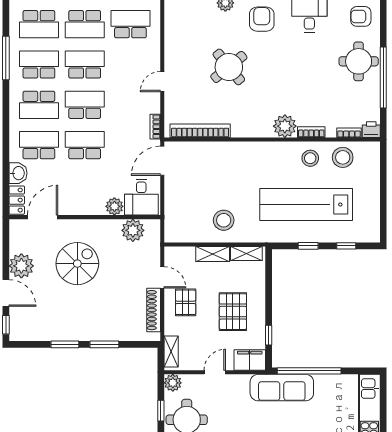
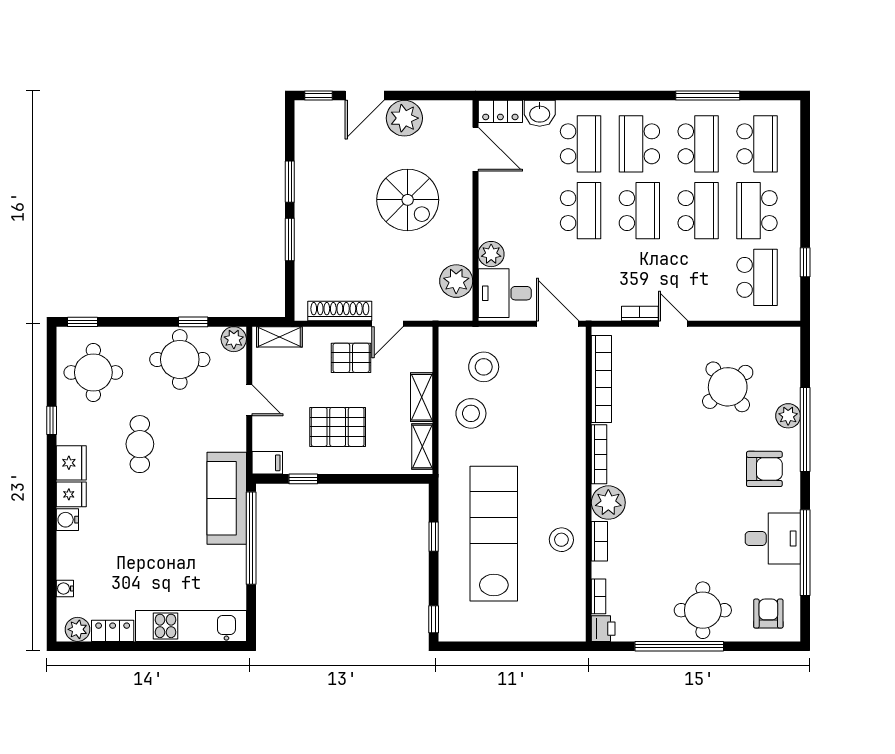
school desk: (39, 24) -> (757, 144), turned 180
round table: (229, 67) -> (728, 387), moved
bookcase: (155, 127) -> (640, 314), moved
bookcase: (252, 132) -> (599, 454), added
stool: (343, 157) -> (484, 367), moved
window: (346, 246) -> (434, 619), moved
filing cabinet: (250, 360) -> (267, 463), width x0.50

